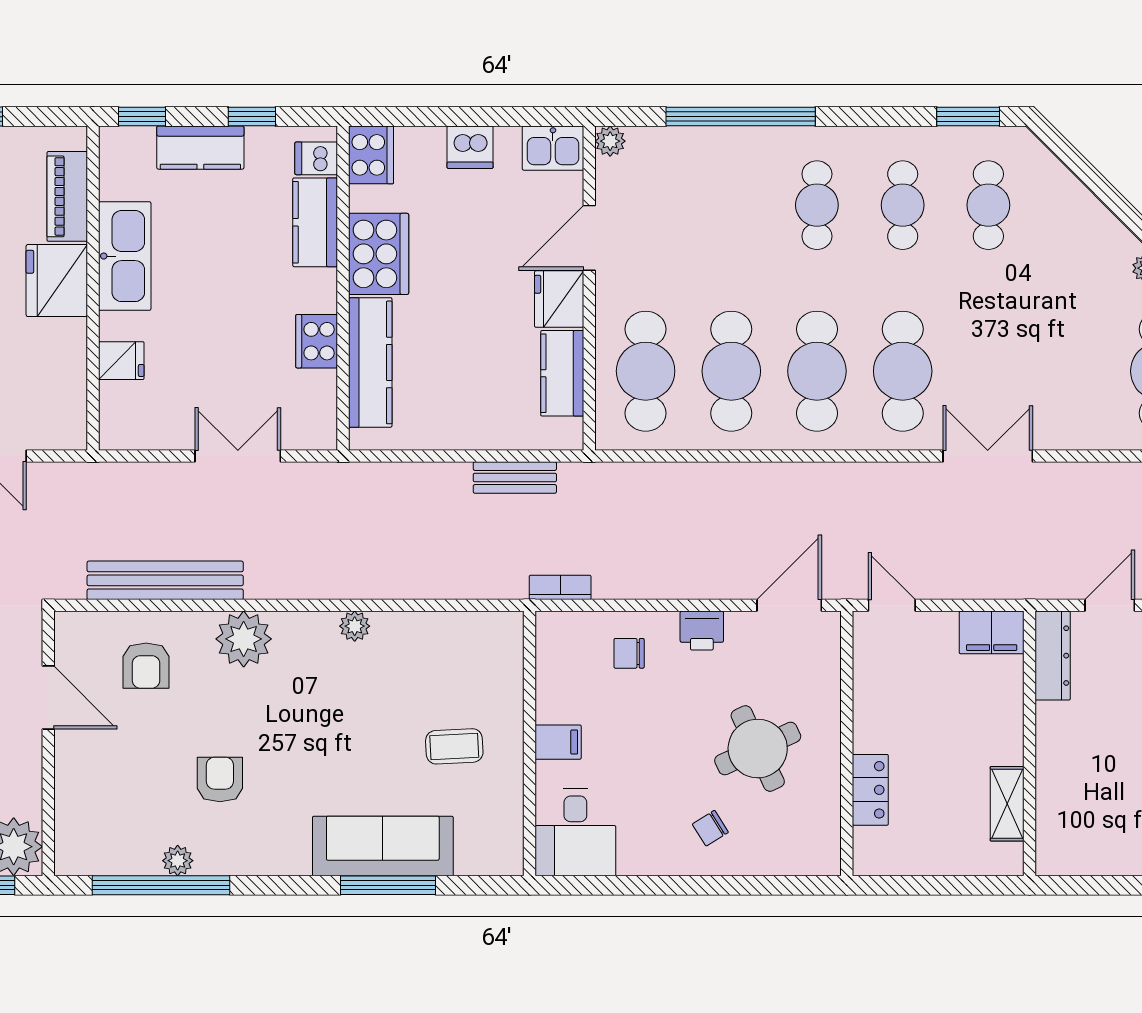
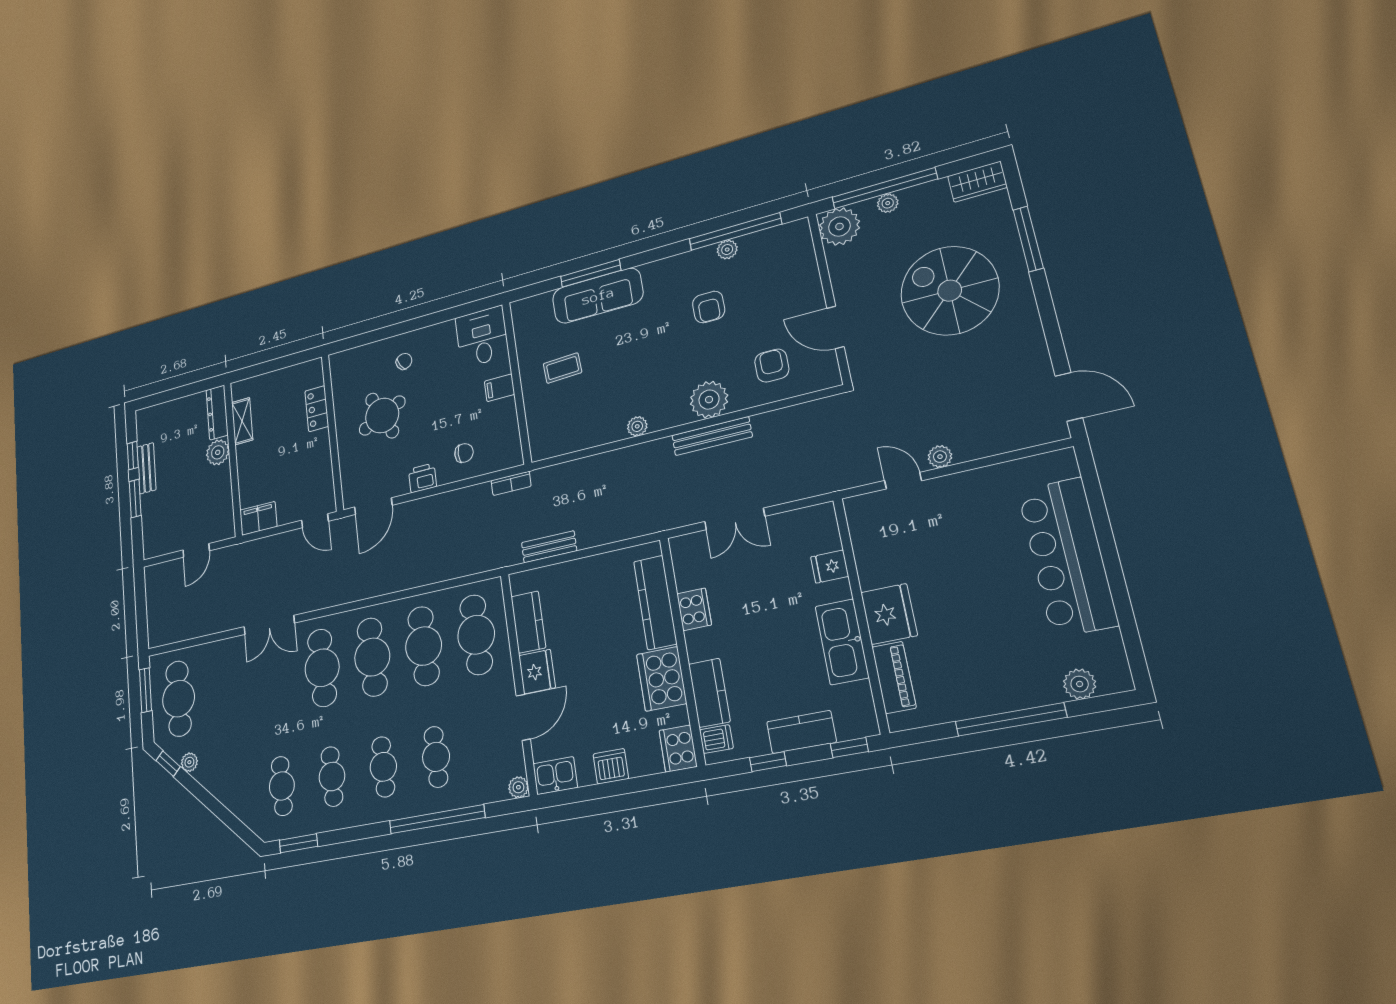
cafe table: (731, 205) -> (436, 757), added
bench: (165, 580) -> (712, 436), moved, width x0.73, depth x0.82
dresser: (1053, 656) -> (217, 412), moved
plant: (1057, 762) -> (218, 452), added

